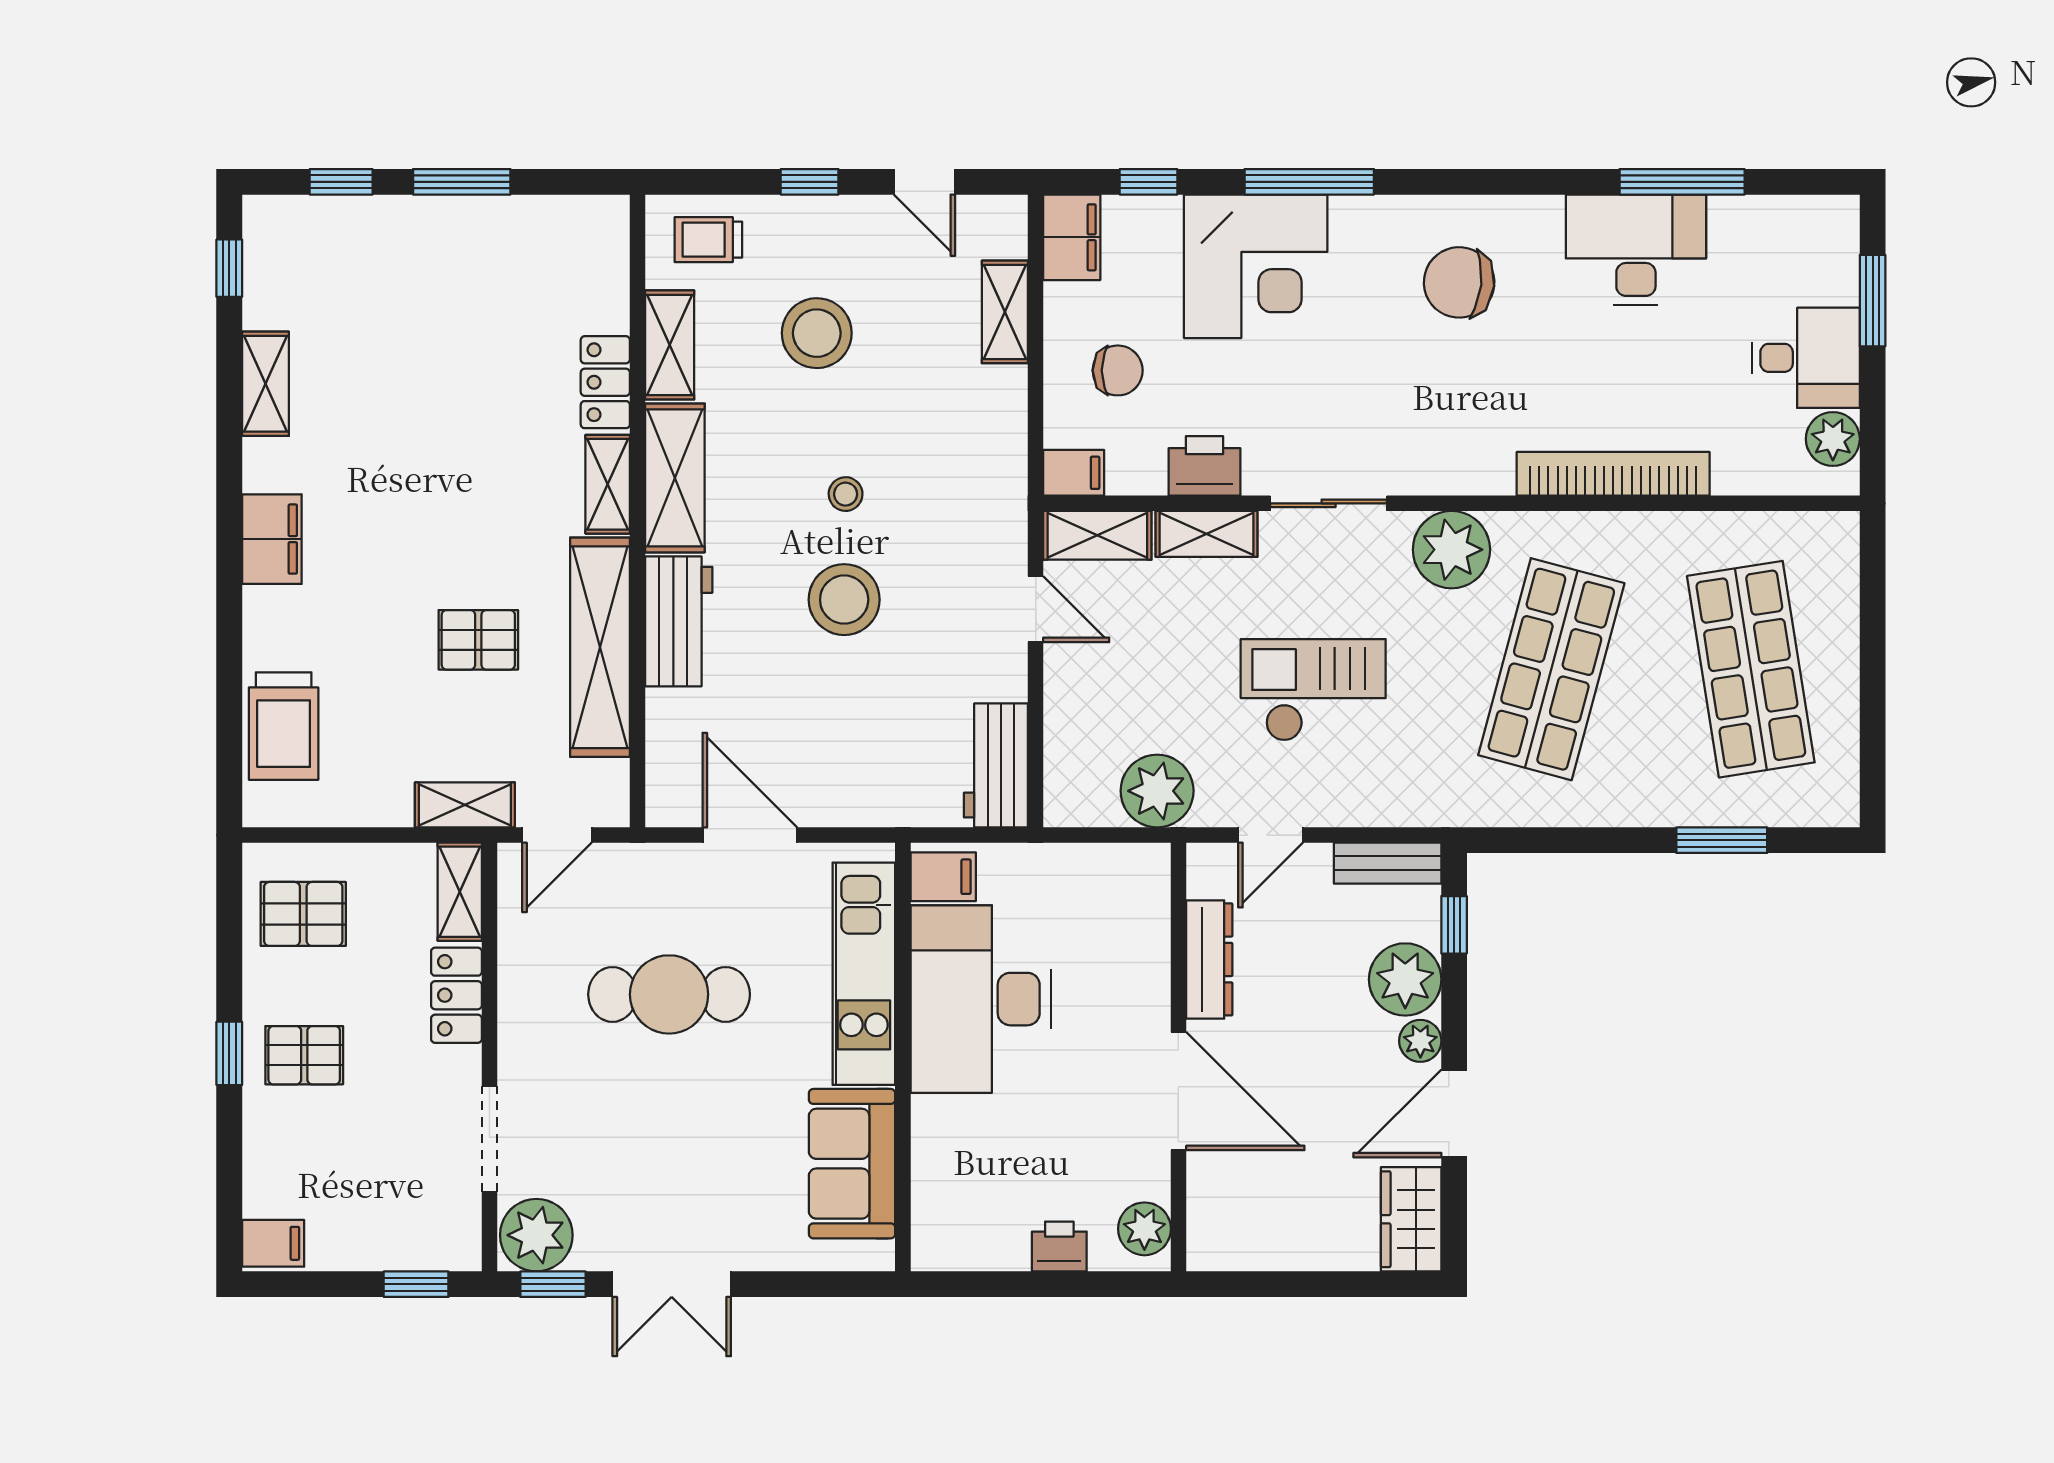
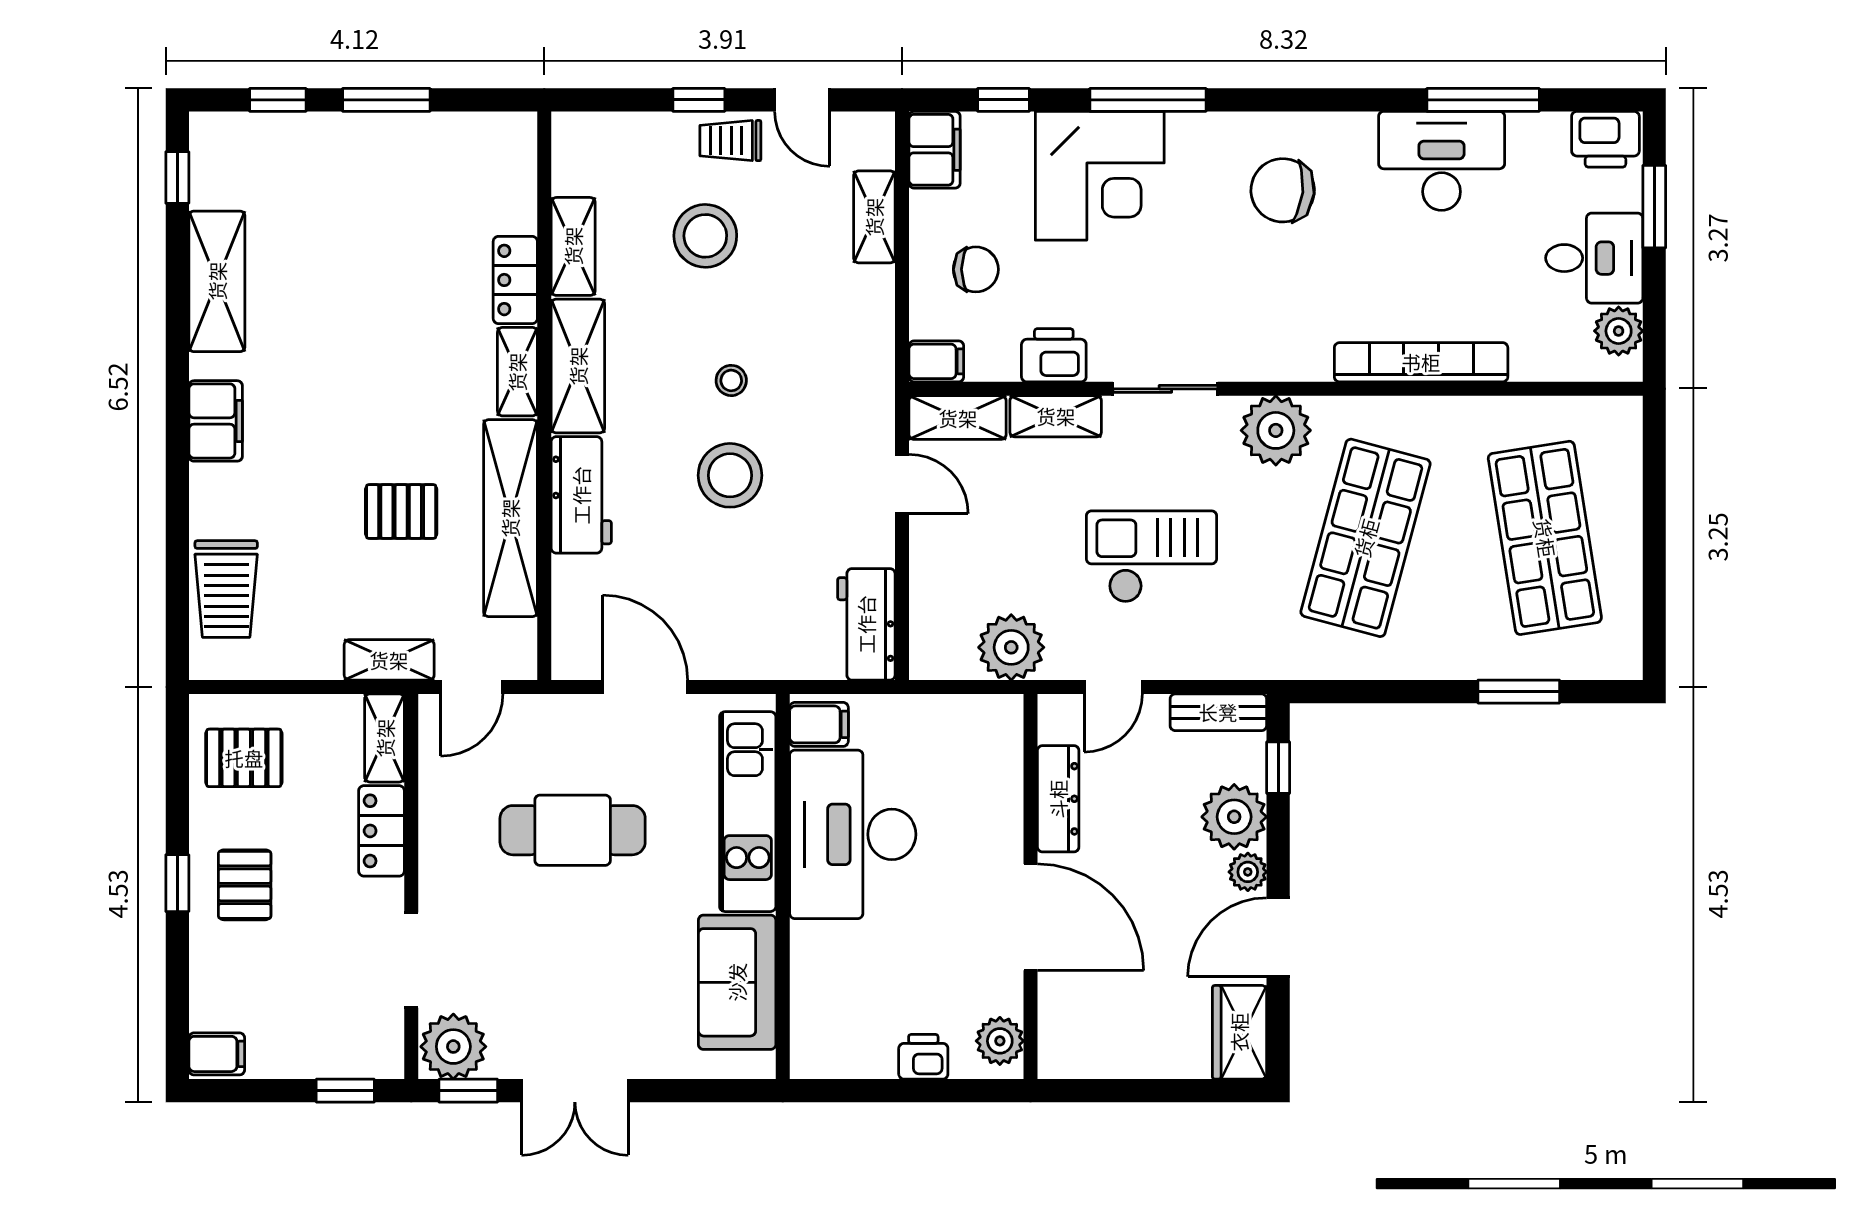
printer: (1818, 226) -> (1605, 139), added
trolley: (708, 240) -> (730, 141), moved
shelving: (265, 384) -> (217, 281), width x1.50, depth x1.33
pallet: (304, 1055) -> (245, 885), turned 90

